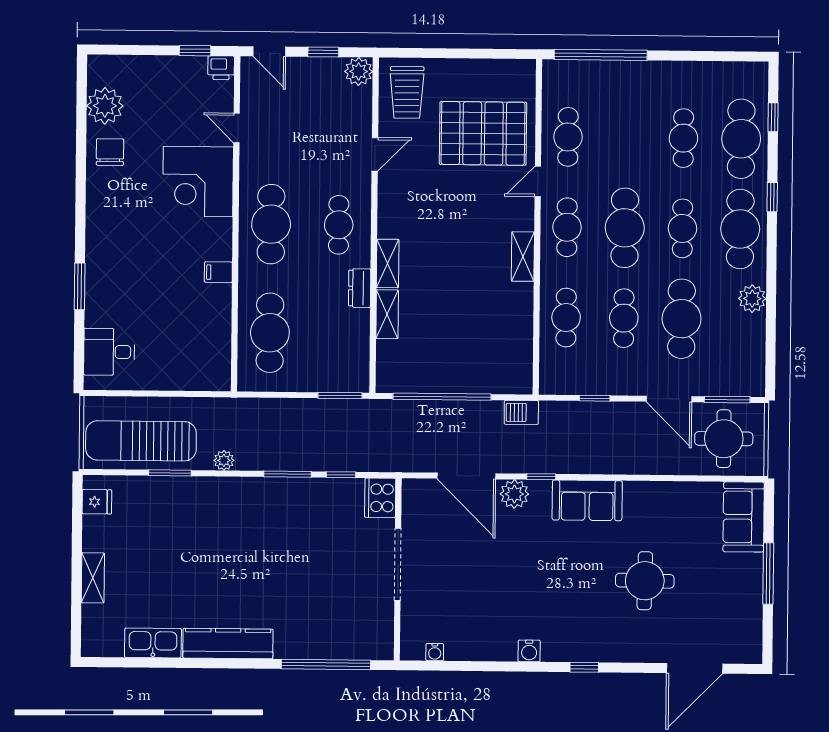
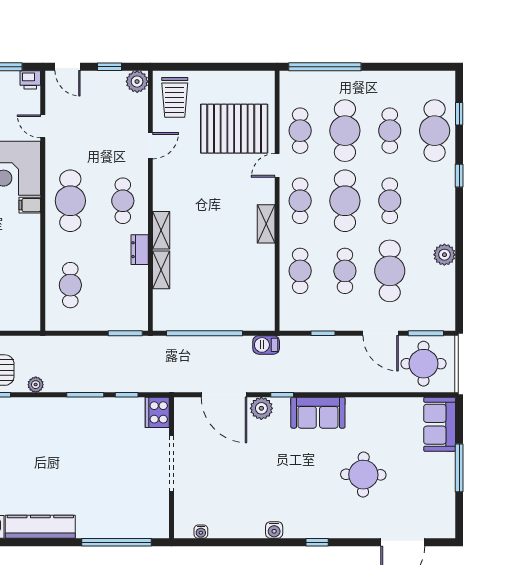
cafe table: (740, 229) -> (345, 131), moved
filing cabinet: (218, 272) -> (30, 205), moved
cafe table: (270, 333) -> (70, 285), width x0.73, depth x0.74

